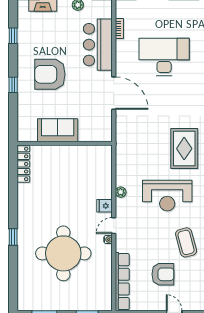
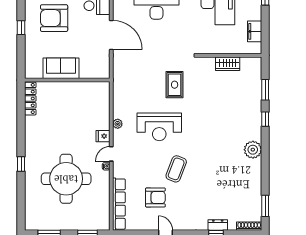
rug: (184, 149) -> (175, 85), width x0.73, depth x0.70
coffee table: (186, 242) -> (176, 169), turned 36

